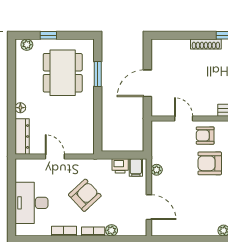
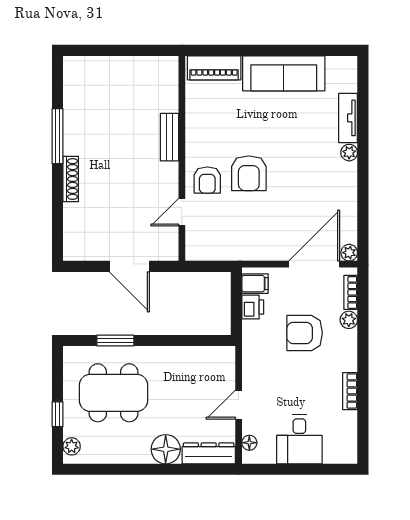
floor lamp: (20, 108) -> (166, 449), width x1.89, depth x1.89
floor lamp: (29, 164) -> (249, 443), added
plant: (157, 170) -> (349, 253), moved
armchair: (85, 195) -> (305, 333), moved, turned -47
desk: (32, 203) -> (299, 439), width x0.73
door: (149, 207) -> (314, 264), width x1.36
bookcase: (93, 232) -> (351, 292), moved

